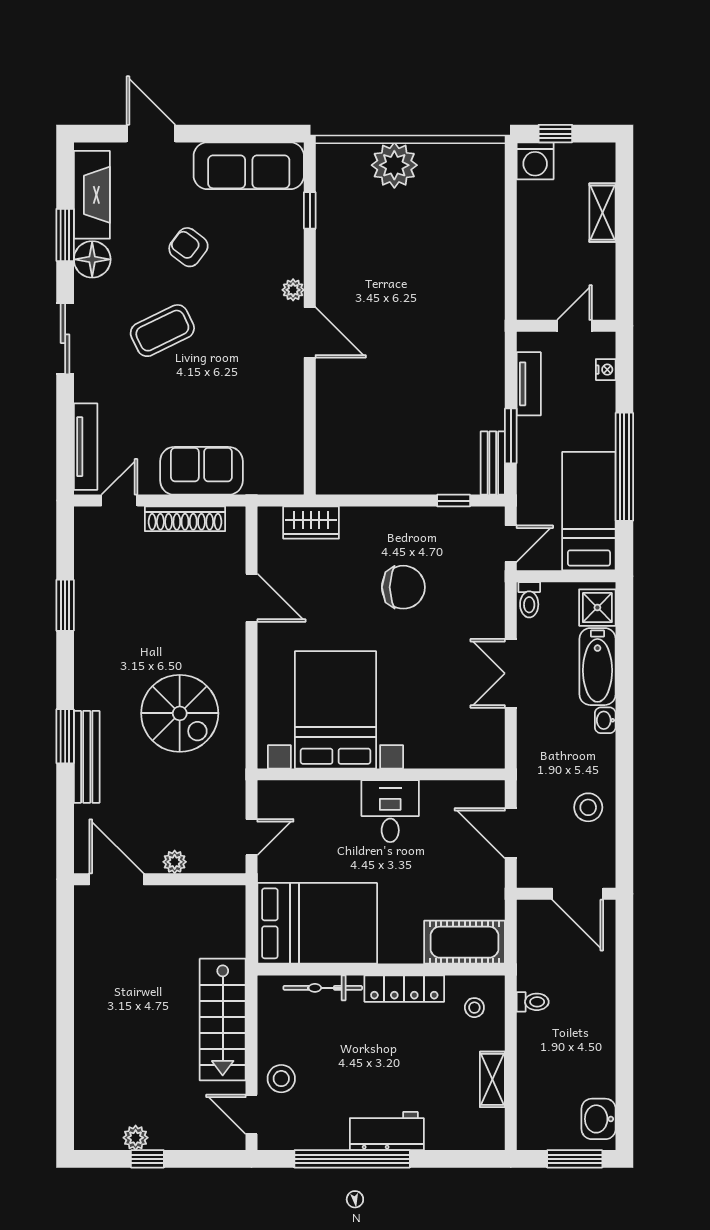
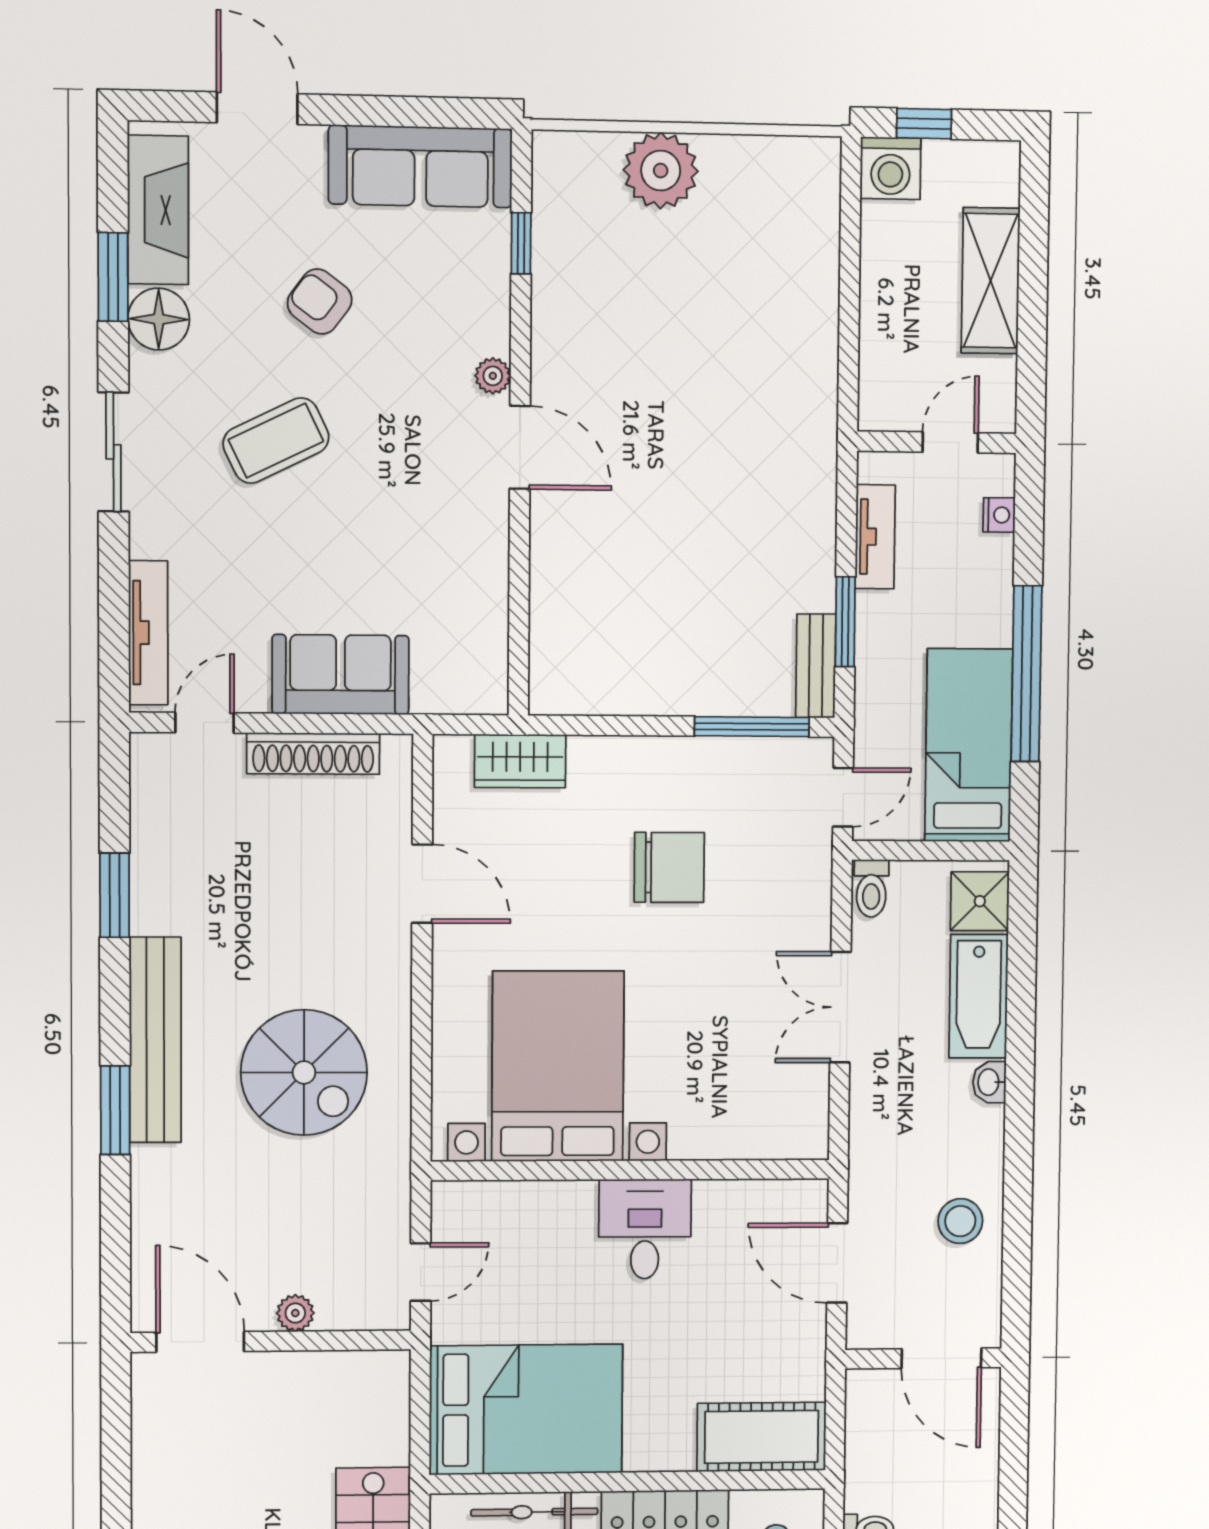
shelving: (602, 213) -> (991, 281), width x1.50, depth x1.33
window: (454, 501) -> (752, 727), width x2.17
bench: (87, 757) -> (155, 1040), moved, width x1.37, depth x1.21

